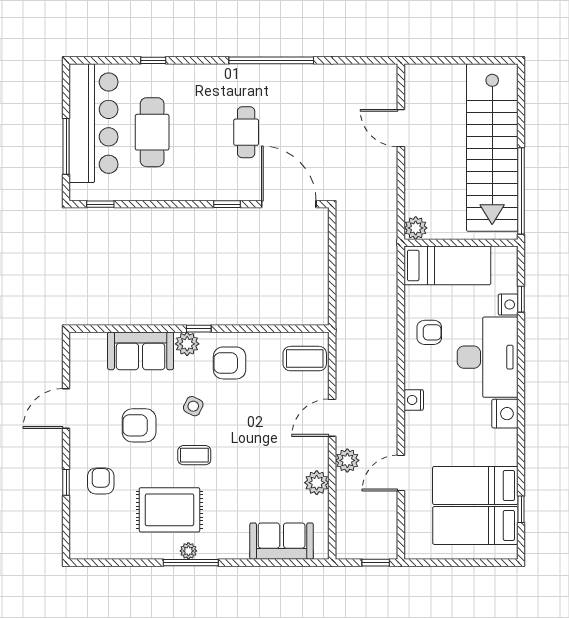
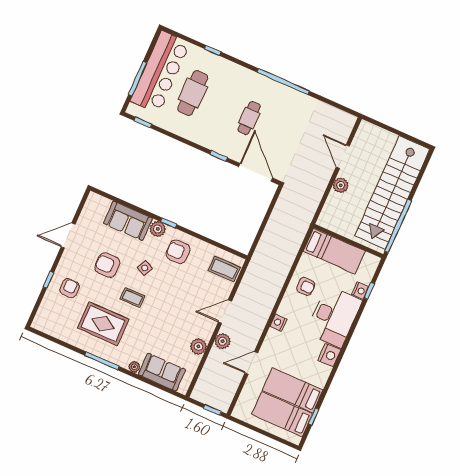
plant: (416, 228) -> (341, 185), moved
plant: (188, 551) -> (134, 367), moved

